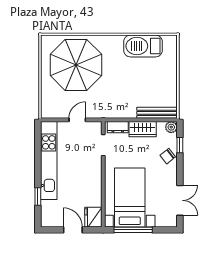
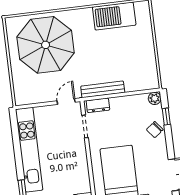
bench: (157, 113) -> (103, 89), moved
door: (77, 120) -> (66, 101), moved
wardrobe: (143, 129) -> (125, 104), removed

